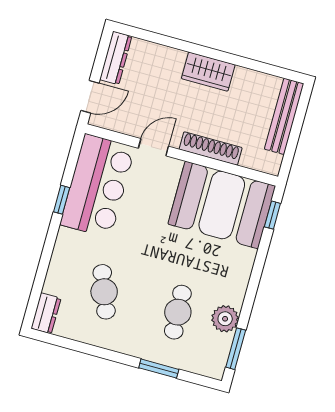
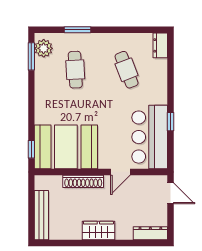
dresser: (116, 58) -> (150, 233), moved, turned 90
door: (90, 97) -> (170, 193), swing flipped
plant: (225, 319) -> (44, 48), moved

